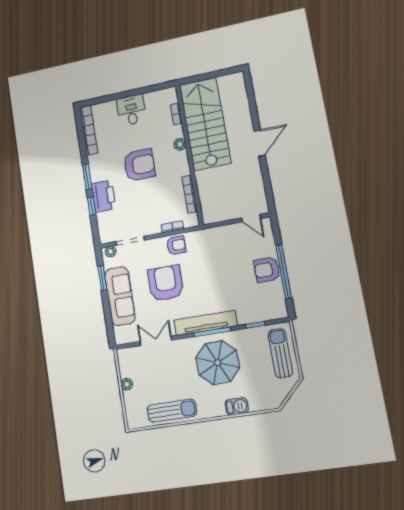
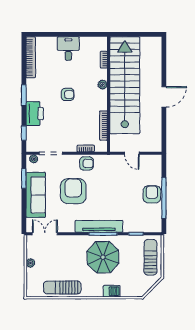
stairs: (205, 124) -> (125, 85), width x1.36
armchair: (139, 165) -> (68, 94), width x0.53, depth x0.53
window: (92, 206) -> (24, 133), moved
door: (251, 218) -> (132, 153), moved
armchair: (267, 270) -> (152, 194), turned 90
double door: (156, 341) -> (45, 234), moved
sun lounger: (172, 411) -> (62, 287), turned 180

